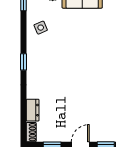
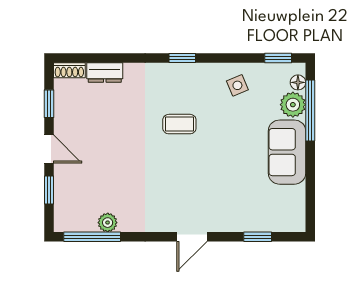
coffee table: (65, 64) -> (179, 124), added

